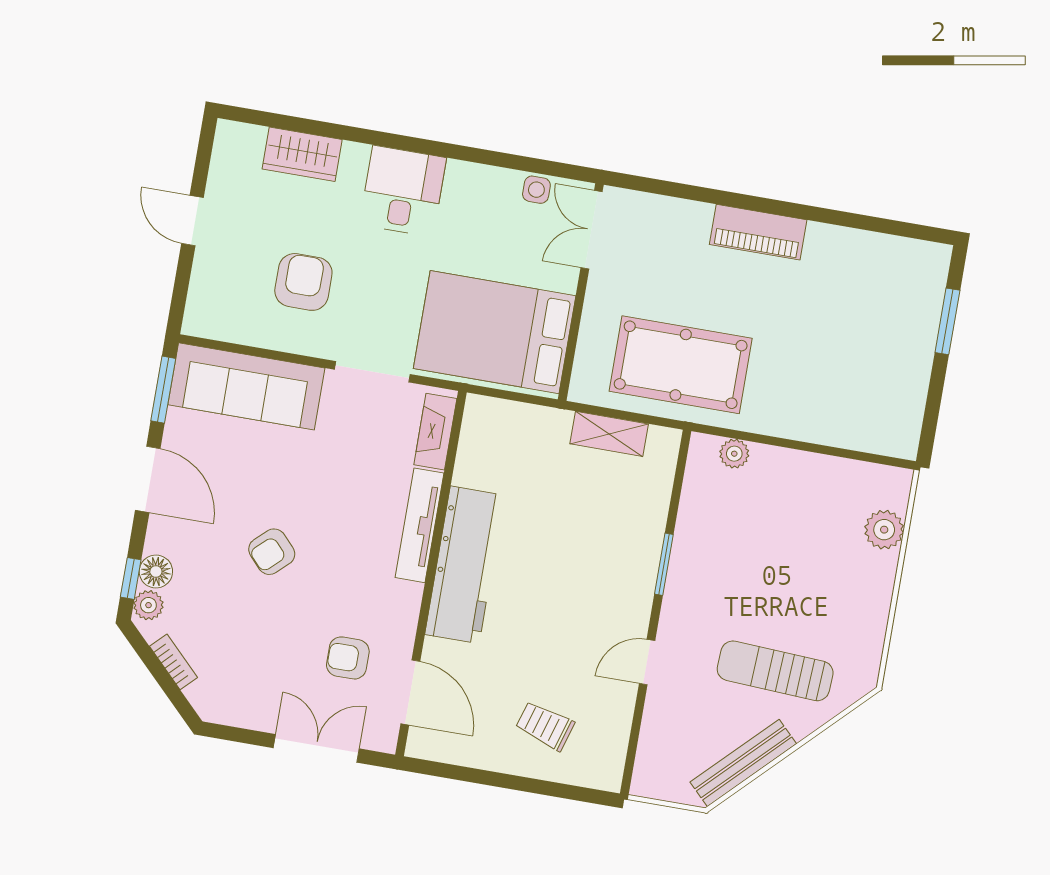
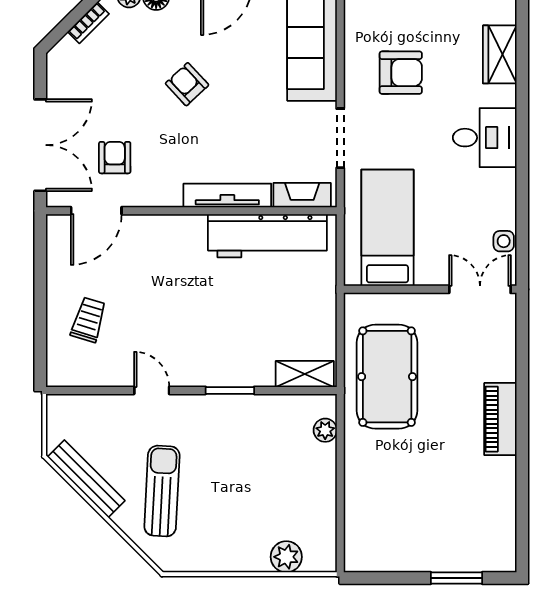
bed: (495, 332) -> (387, 228), width x0.67
shelving: (609, 434) -> (305, 374), moved, turned 90
workbench: (465, 565) -> (267, 236), moved
double door: (316, 748) -> (40, 145), width x1.37

